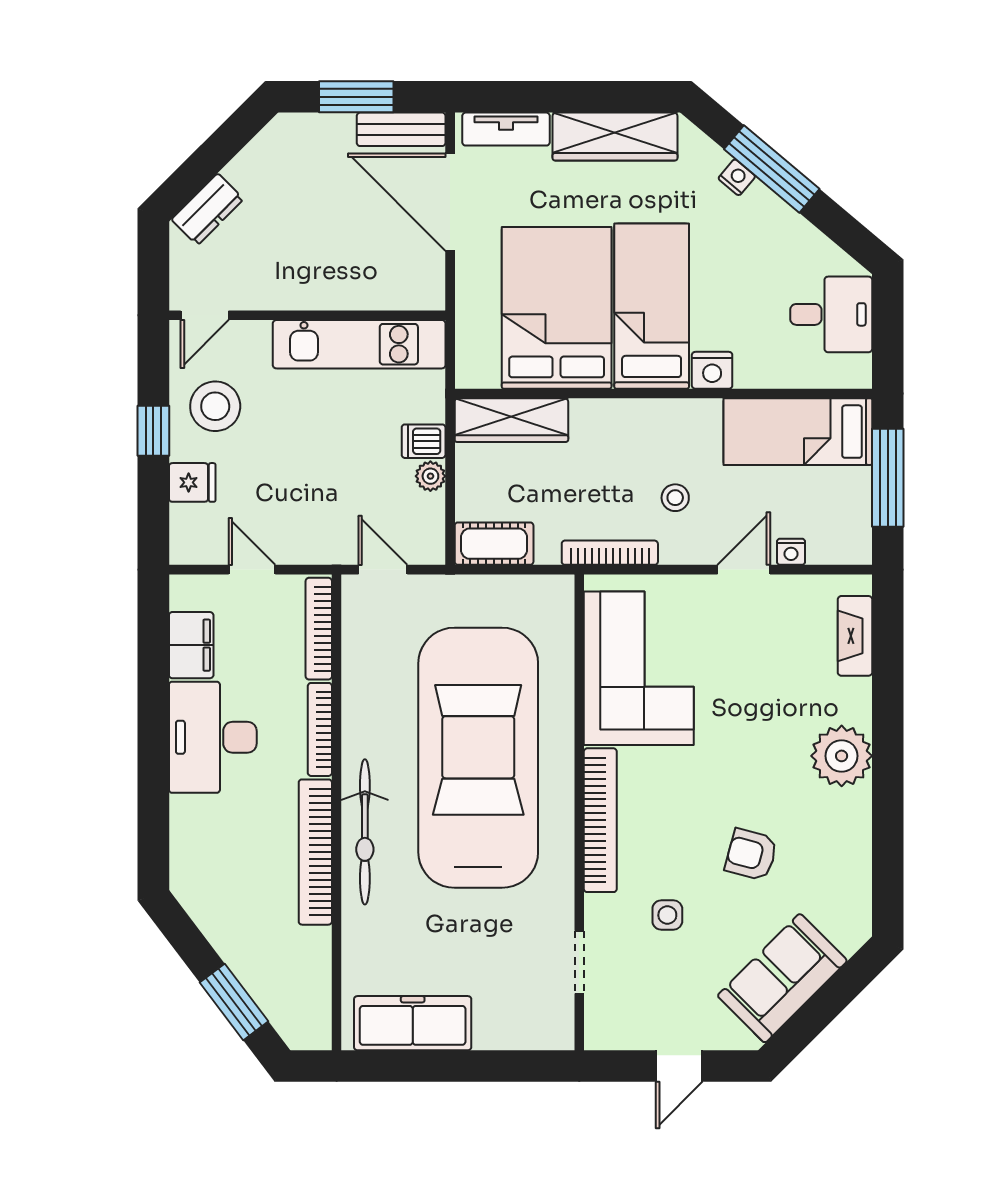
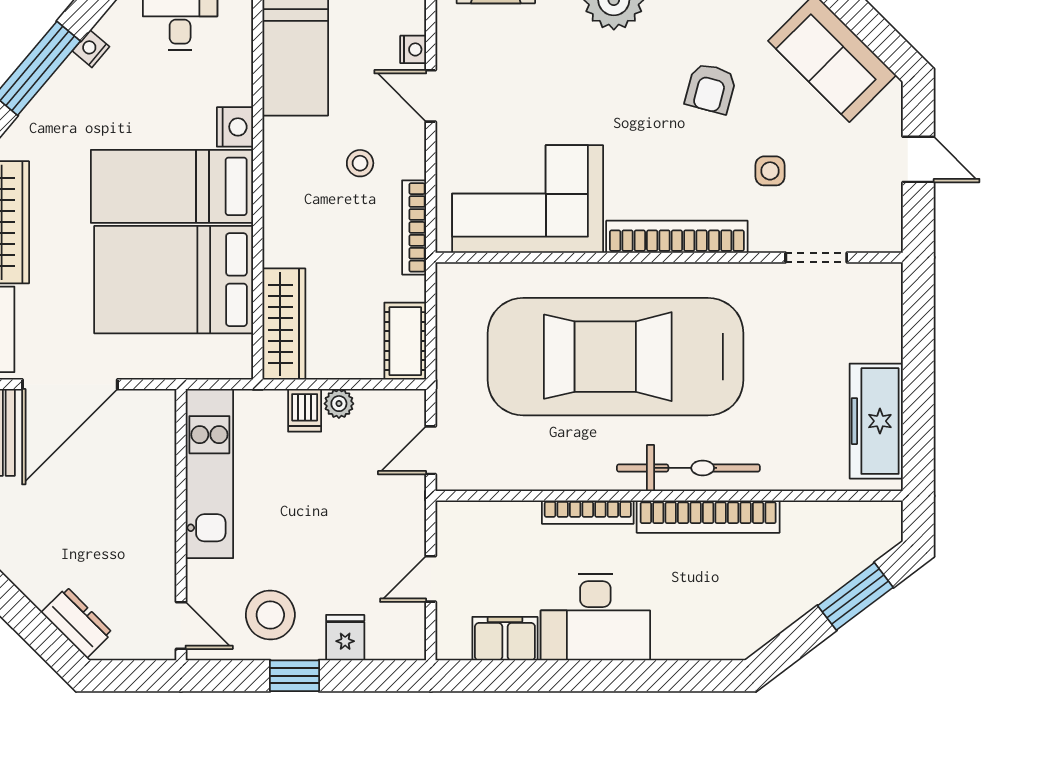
nightstand: (737, 177) -> (91, 49), moved
bookcase: (319, 629) -> (489, 513), removed

